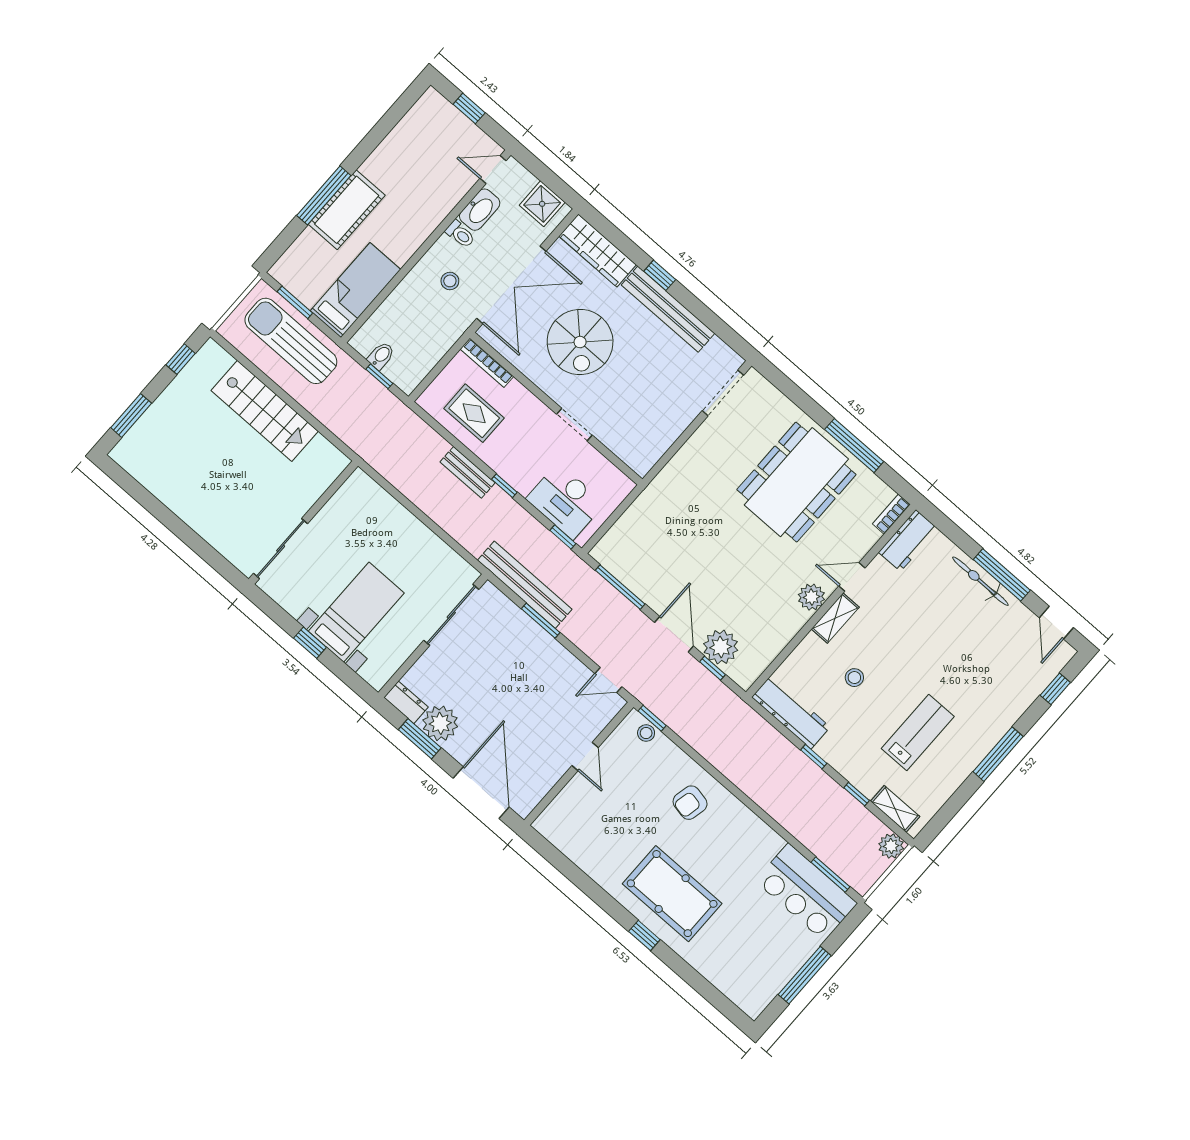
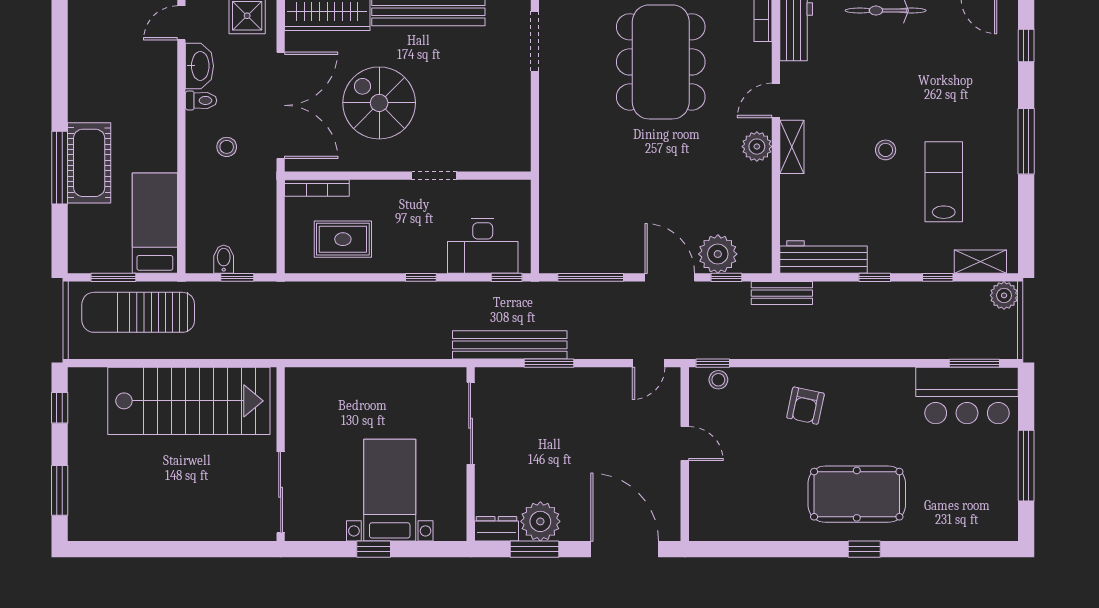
spiral stairs: (580, 342) -> (379, 103), turned 180
stairs: (265, 411) -> (189, 401), width x1.36, depth x1.51
bench: (468, 472) -> (782, 293), moved
stool: (854, 678) -> (886, 150), moved

